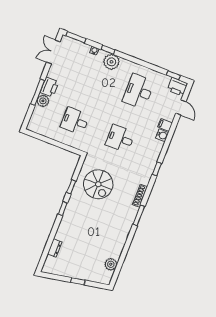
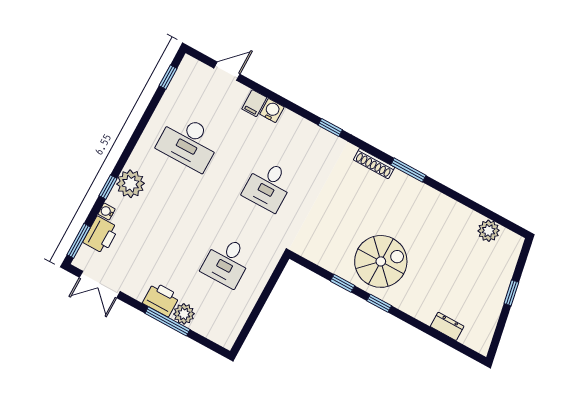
printer: (177, 87) -> (101, 235), moved
spiral stairs: (98, 184) -> (381, 261), moved

